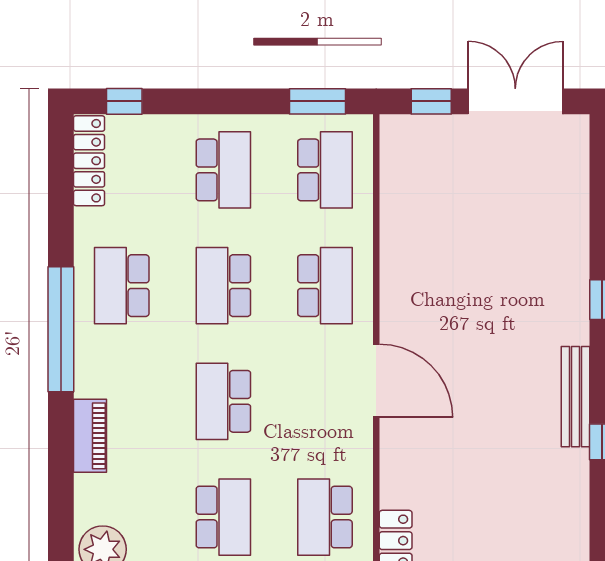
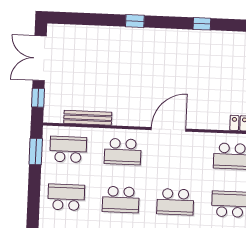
school desk: (325, 286) -> (123, 152), turned 180
bench: (576, 397) -> (88, 118), moved

